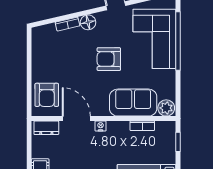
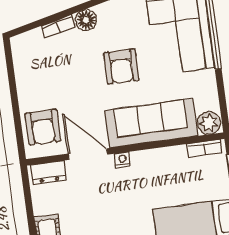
armchair: (109, 59) -> (121, 67), turned -90
sofa: (133, 103) -> (151, 123), width x1.36
bookcase: (142, 126) -> (204, 148), moved

